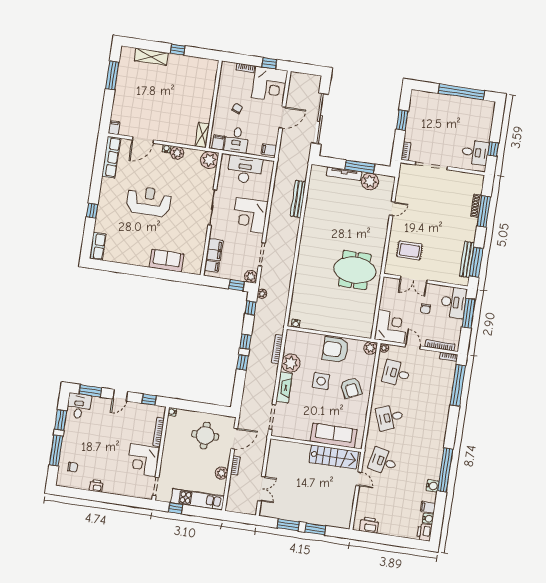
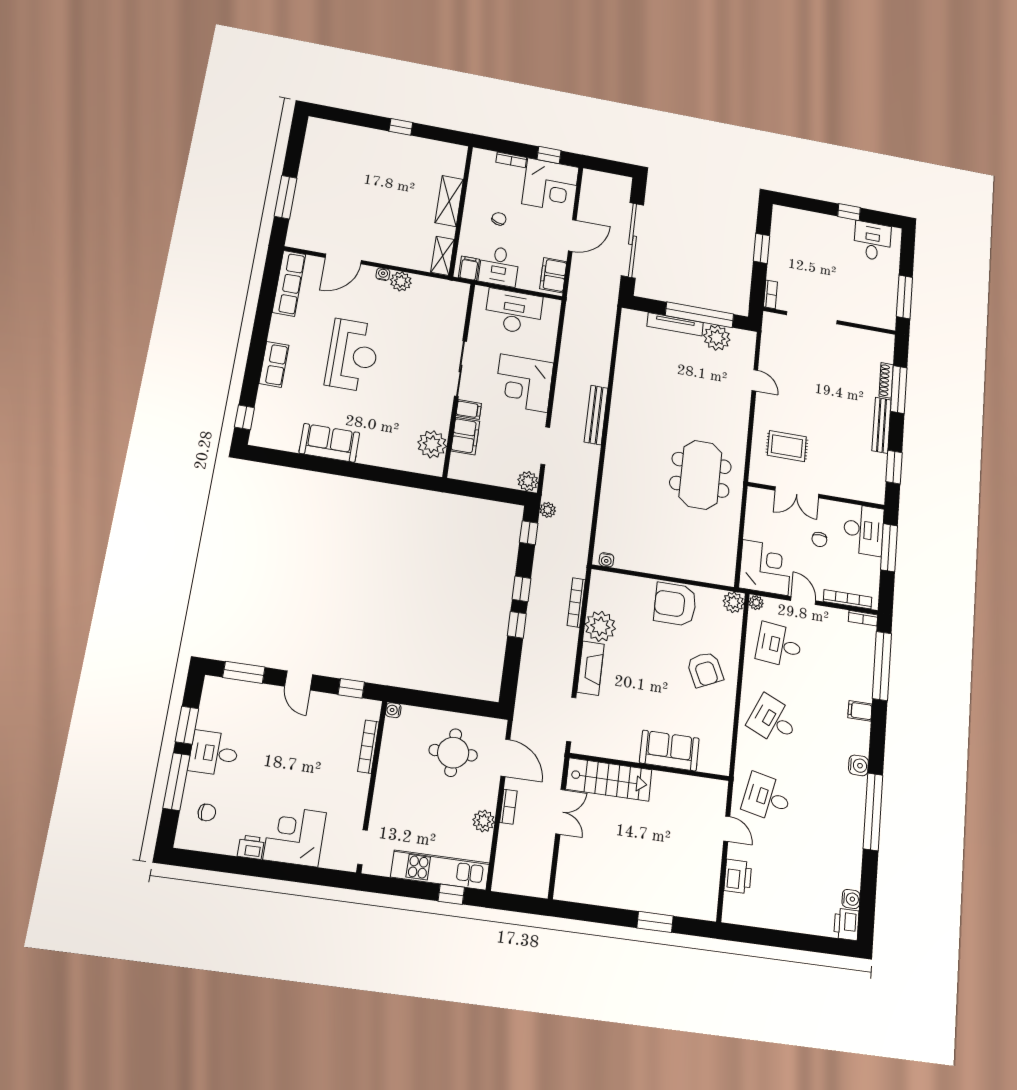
shelving: (151, 57) -> (449, 201), moved, turned 90
window: (112, 75) -> (286, 197), moved
window: (461, 92) -> (849, 212), width x0.32
filing cabinet: (114, 128) -> (294, 238), removed
window: (493, 149) -> (904, 297), width x2.17
filing cabinet: (269, 150) -> (553, 275), width x2.00
desk: (475, 153) -> (872, 241), moved, turned -90
plant: (209, 160) -> (432, 444), moved
window: (360, 167) -> (700, 315), width x1.46
bench: (298, 199) -> (596, 415), moved
reception desk: (149, 201) -> (353, 355), turned 90
door: (392, 209) -> (755, 380), hinge flipped
window: (92, 211) -> (244, 417), moved
row of seats: (98, 246) -> (274, 364), moved
bench: (467, 259) -> (882, 425), moved
sofa: (166, 261) -> (329, 443), moved
window: (476, 262) -> (894, 467), width x0.69
filing cabinet: (212, 266) -> (469, 410), moved
meeting table: (355, 270) -> (700, 475), turned 90
window: (236, 285) -> (504, 495), removed
side table: (321, 381) -> (653, 657), removed
door: (120, 395) -> (299, 681), hinge flipped
desk: (79, 406) -> (214, 753), moved, turned -90
desk: (390, 417) -> (773, 720), turned 45
sofa: (334, 436) -> (669, 751), width x0.73
door: (234, 438) -> (505, 758), hinge flipped
stairs: (334, 457) -> (609, 779), moved
corner desk: (143, 460) -> (295, 836), moved, turned 90
water cooler: (432, 486) -> (858, 765), moved
double door: (261, 489) -> (560, 812), moved
filing cabinet: (428, 507) -> (860, 711), moved
window: (175, 508) -> (451, 894), moved
window: (288, 525) -> (607, 915), removed
printer: (369, 525) -> (738, 876), moved, turned 90

